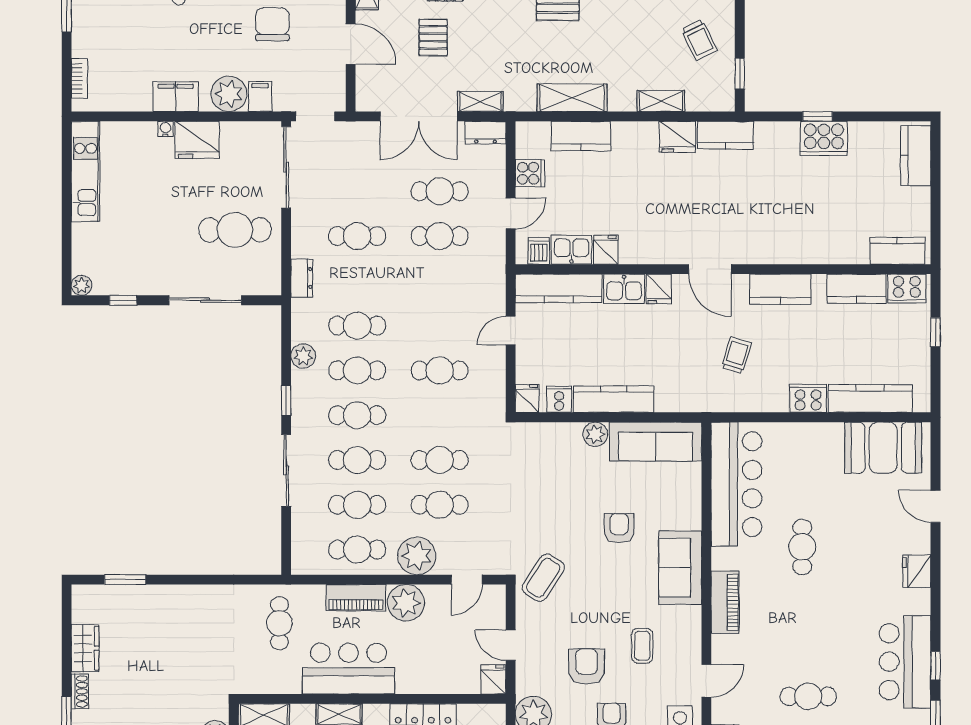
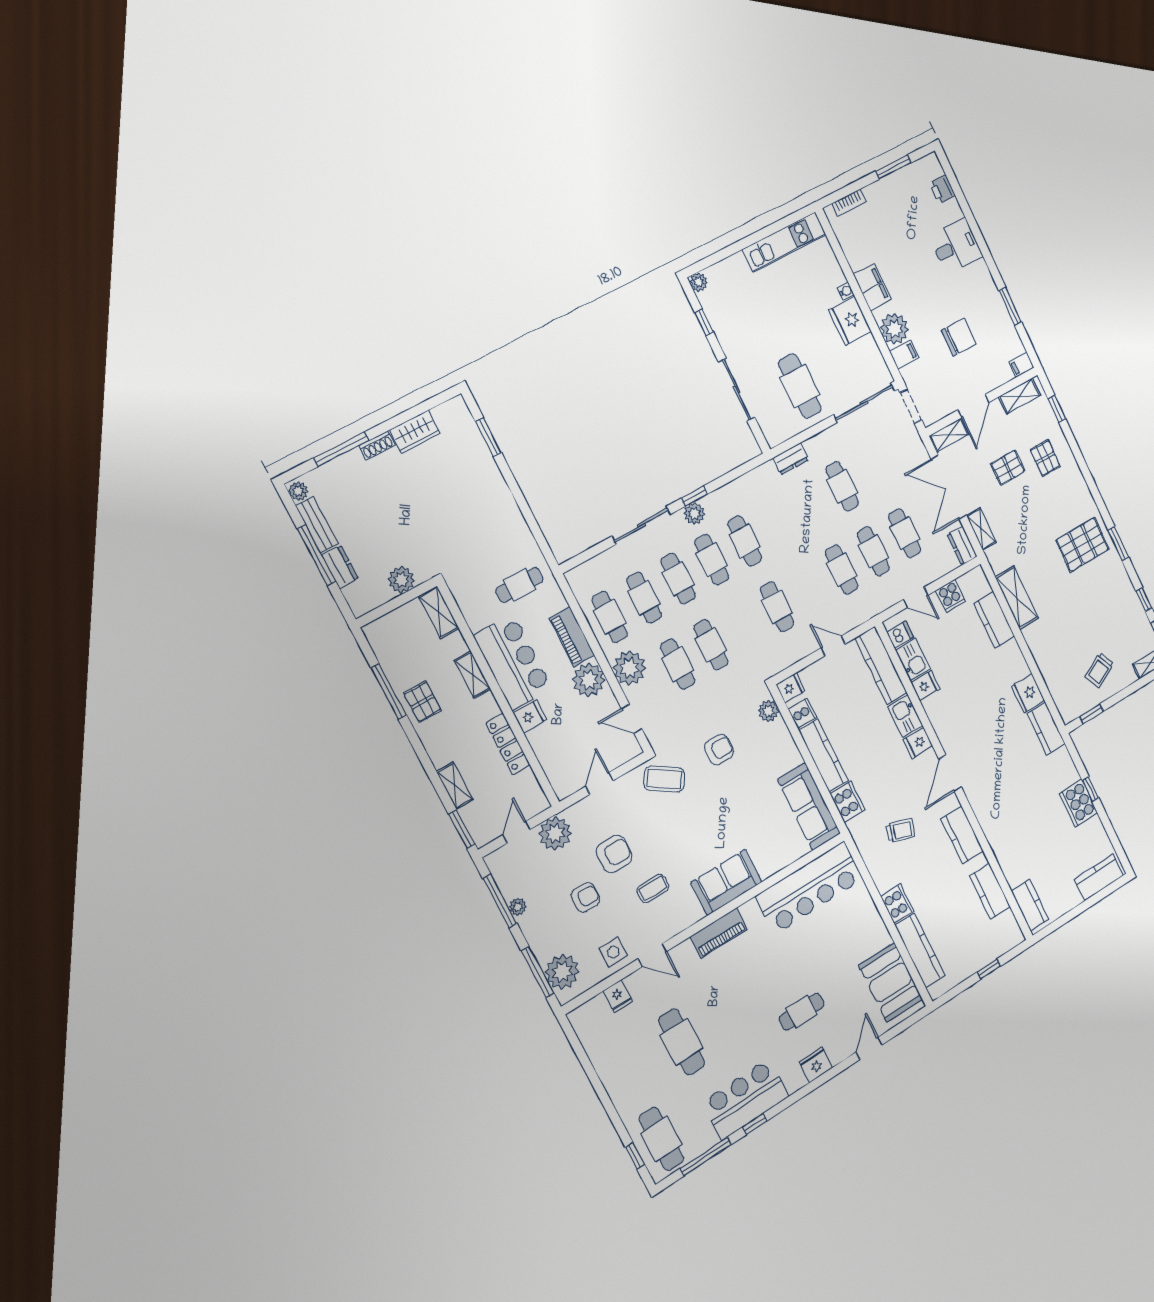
shelving: (661, 101) -> (949, 435), moved, turned 90
cooker: (907, 289) -> (847, 802), moved, turned 180
cafe table: (357, 326) -> (842, 570), moved
plant: (303, 356) -> (694, 514), moved
plant: (595, 434) -> (768, 711), moved
armchair: (619, 528) -> (719, 750), moved
cafe table: (802, 547) -> (802, 1012), moved
fridge: (493, 679) -> (530, 716), moved
cafe table: (808, 696) -> (682, 1042), width x1.37, depth x1.35

